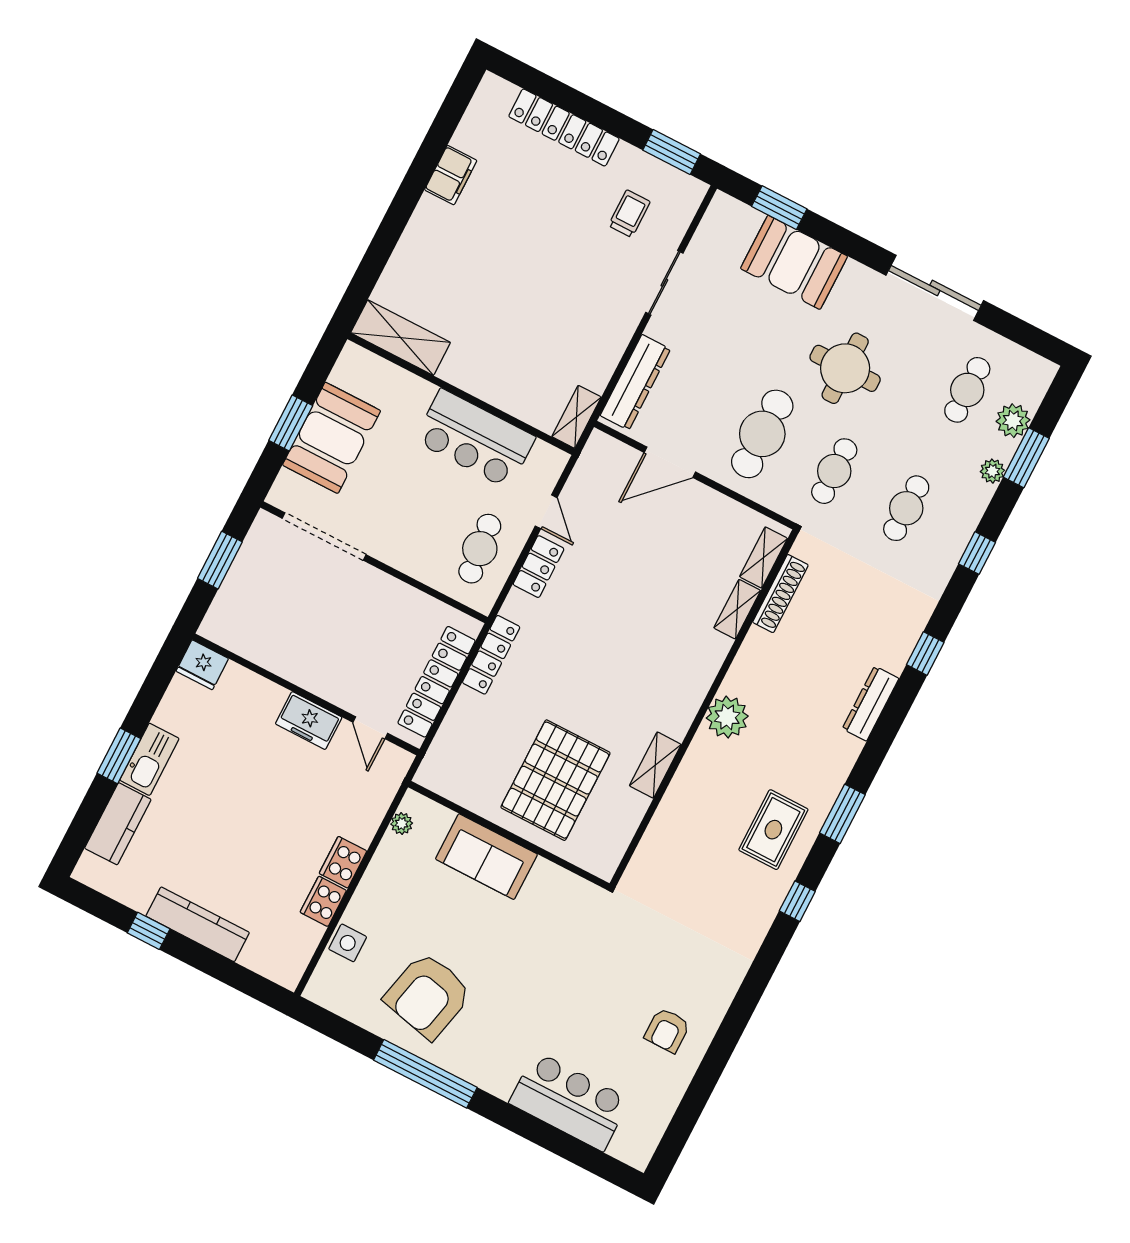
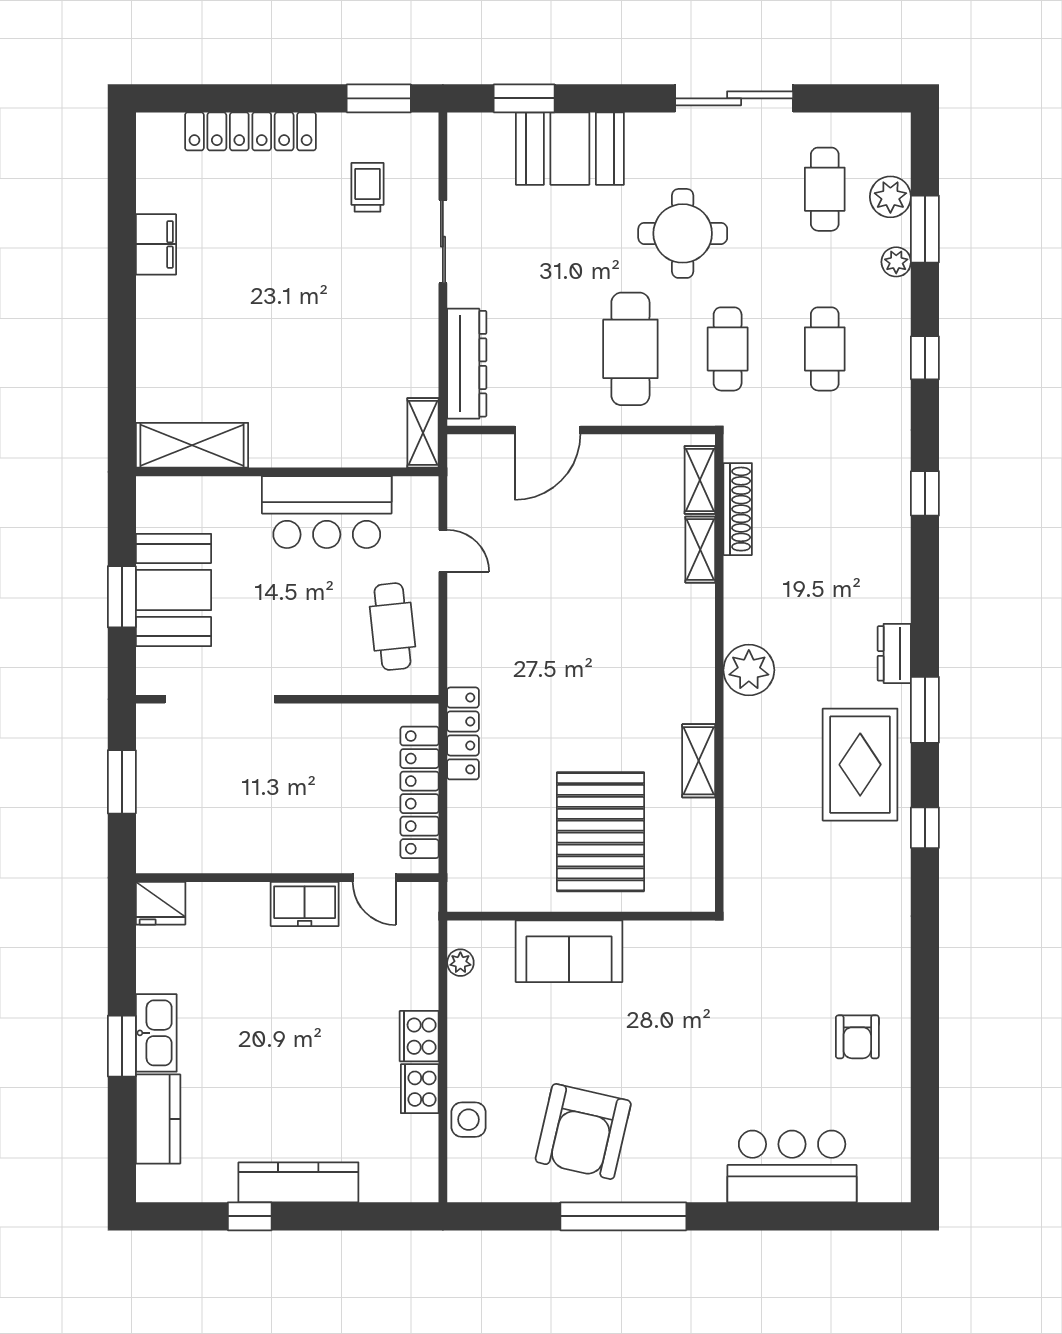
locker: (539, 567) -> (465, 613), removed
dresser: (871, 704) -> (894, 653), moved, width x0.70
rug: (773, 830) -> (860, 765), width x1.36, depth x1.43

